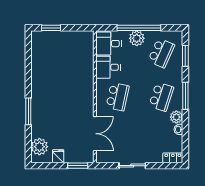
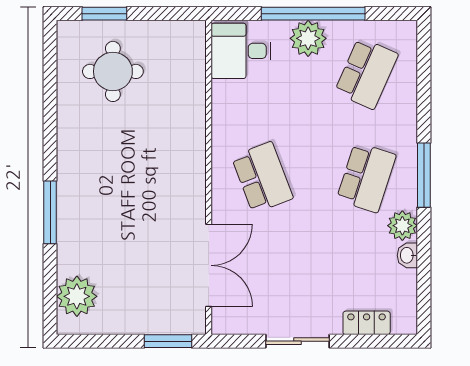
round table: (55, 52) -> (113, 71), added
window: (185, 56) -> (424, 80), removed
desk: (108, 67) -> (240, 107), removed
school desk: (117, 97) -> (262, 177), turned -33
fridge: (58, 156) -> (121, 319), removed
locker: (173, 158) -> (367, 323), moved

